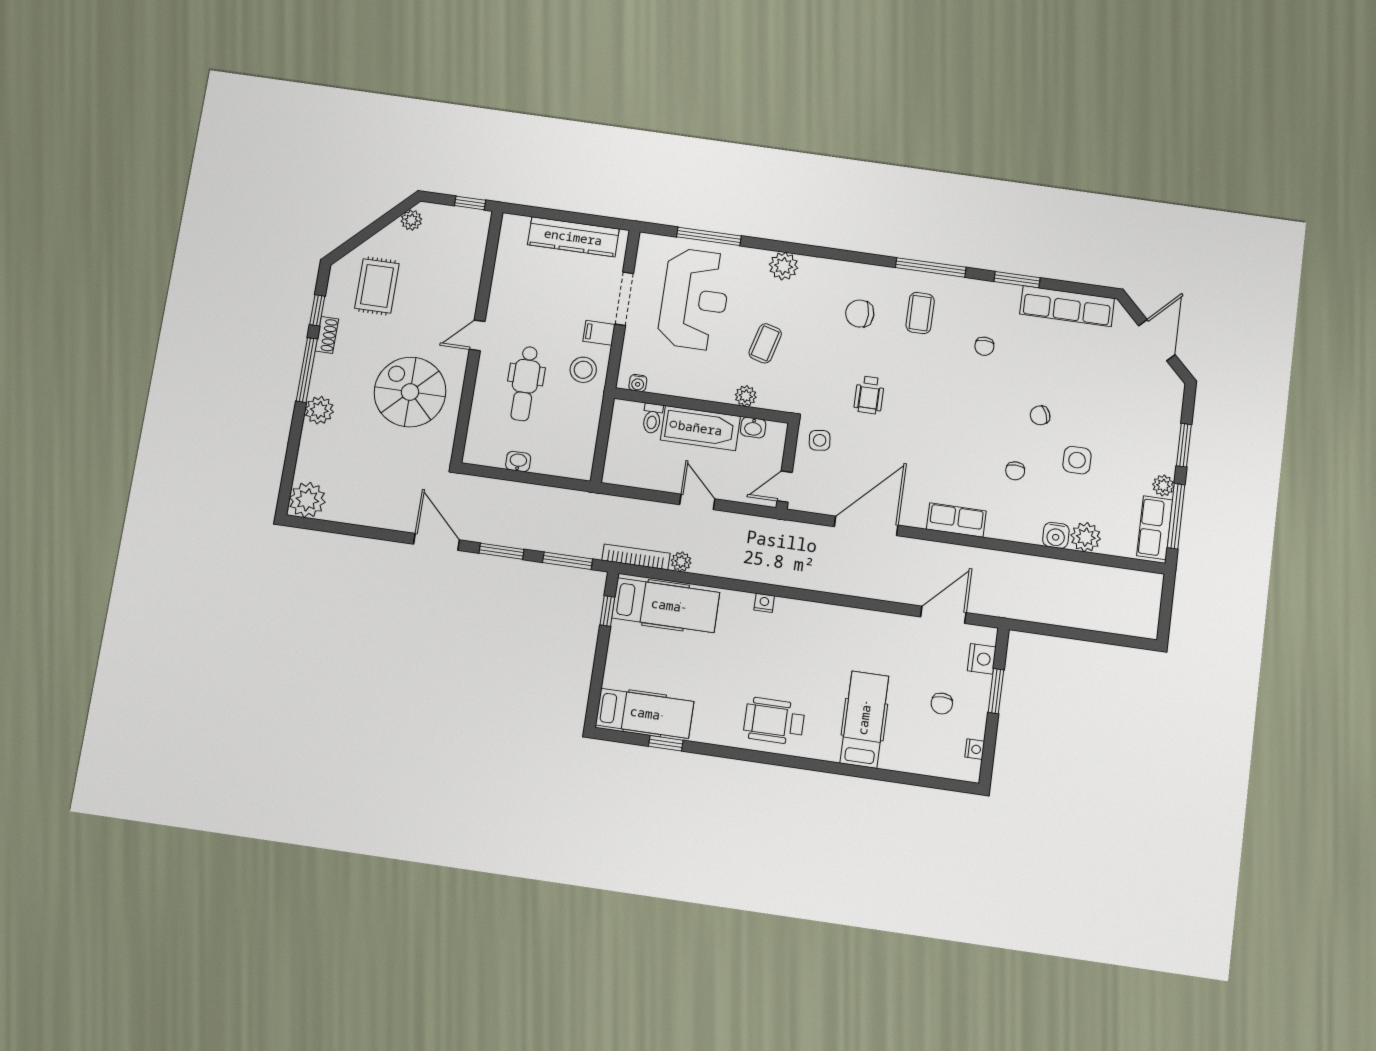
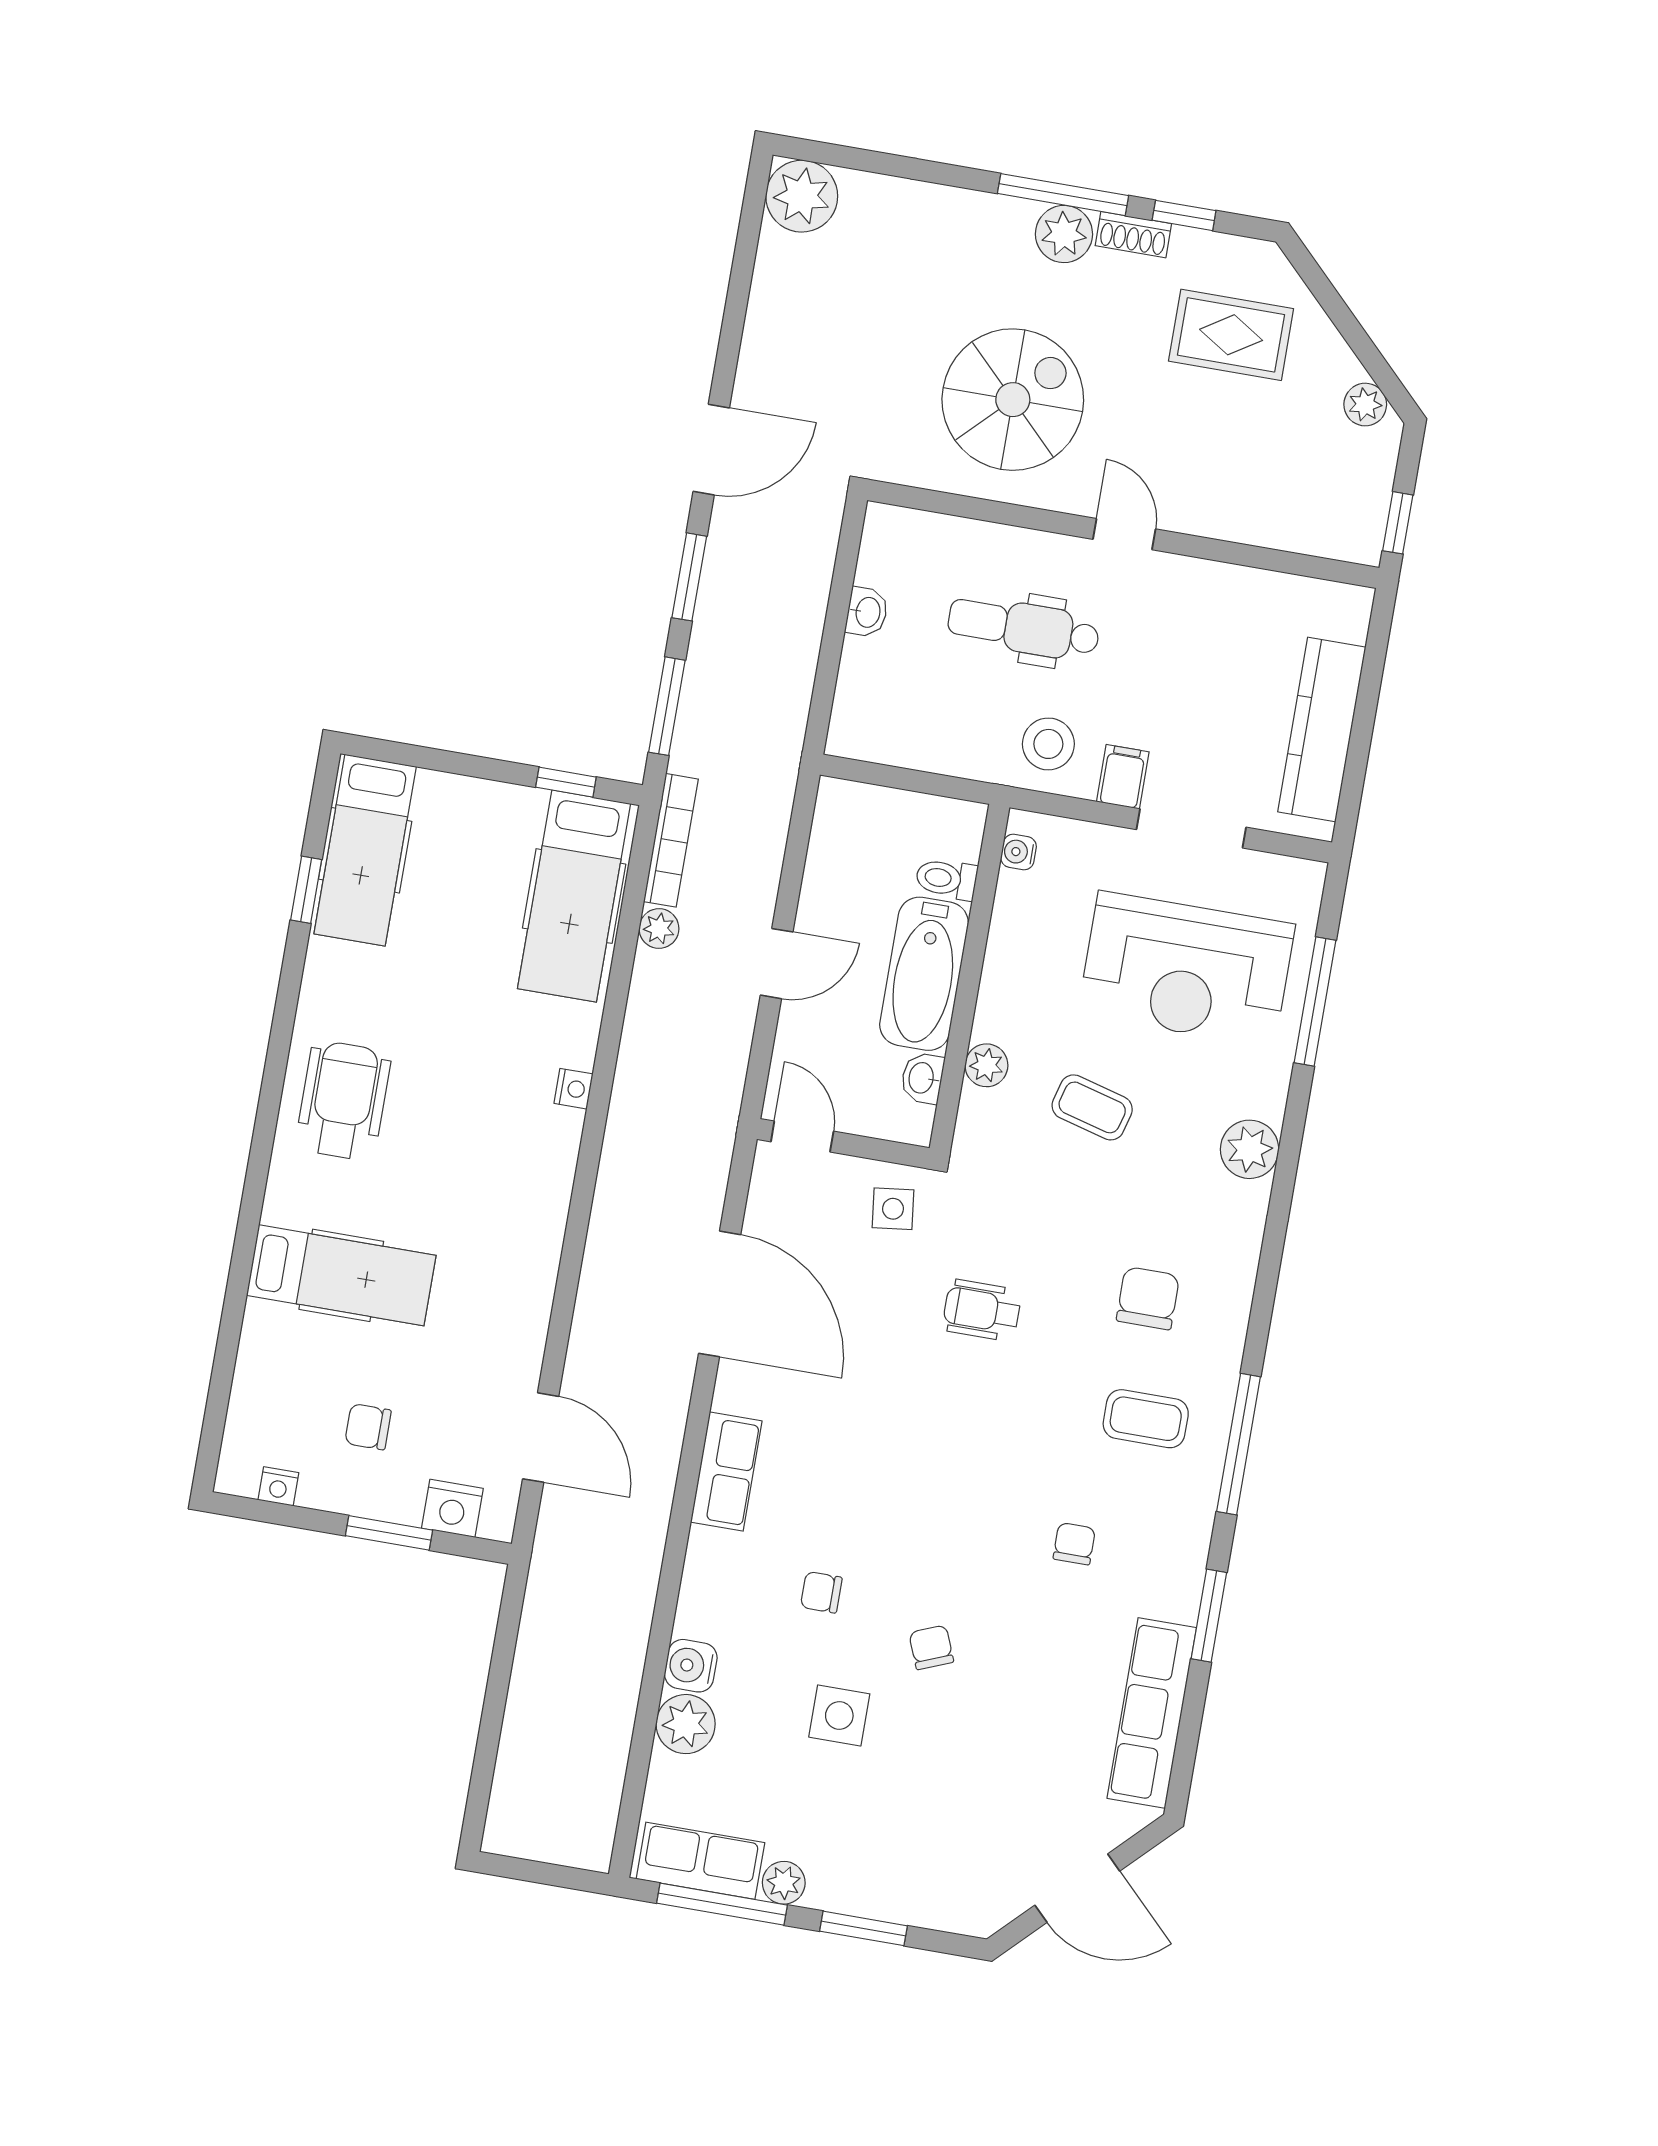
chair: (984, 346) -> (1074, 1544), turned 90
plant: (319, 410) -> (1064, 234), moved

